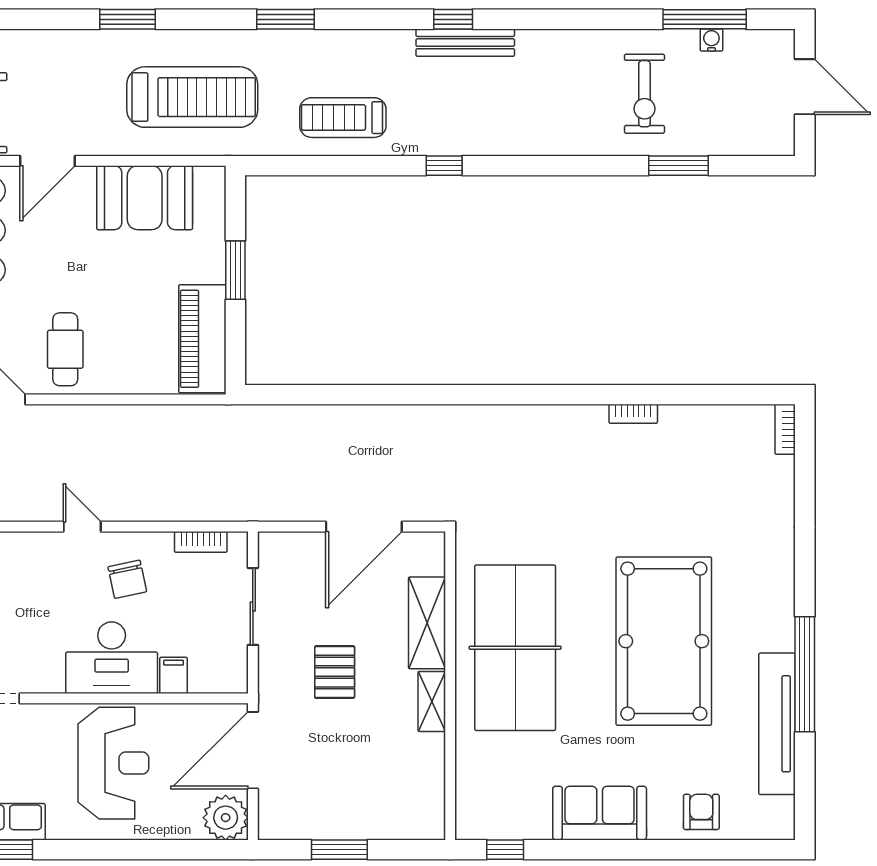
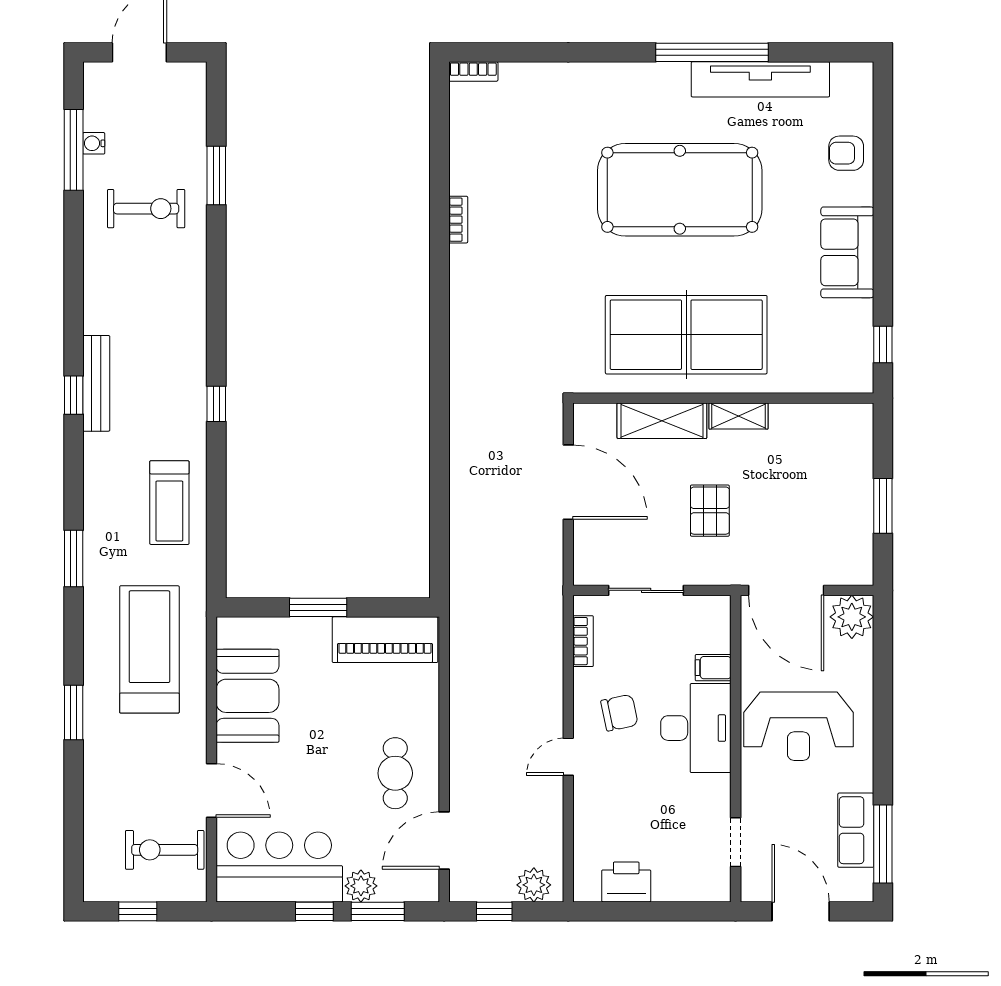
cafe table: (65, 349) -> (395, 773), turned 90
pallet: (335, 672) -> (710, 511), turned 90
reception desk: (113, 763) -> (799, 726), turned 180

